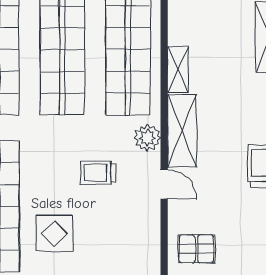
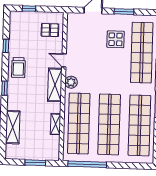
shelving: (178, 70) -> (56, 124), moved
trolley: (98, 173) -> (94, 67), removed

